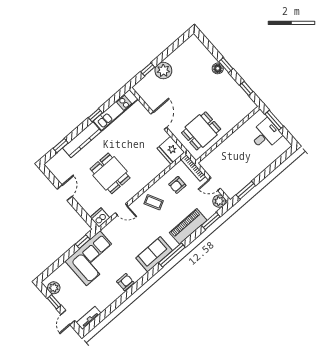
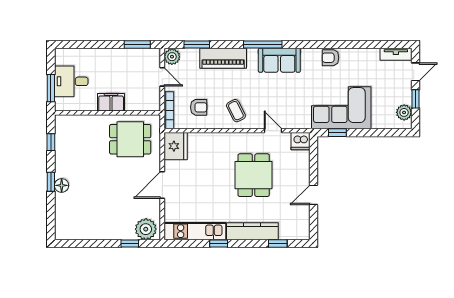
plant: (163, 71) -> (146, 229), moved
filing cabinet: (231, 143) -> (111, 102), added

